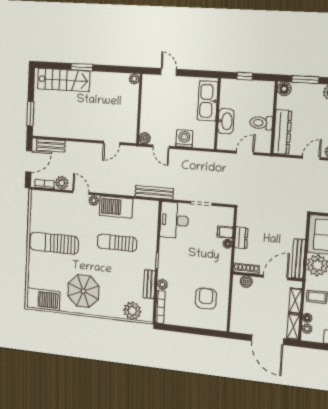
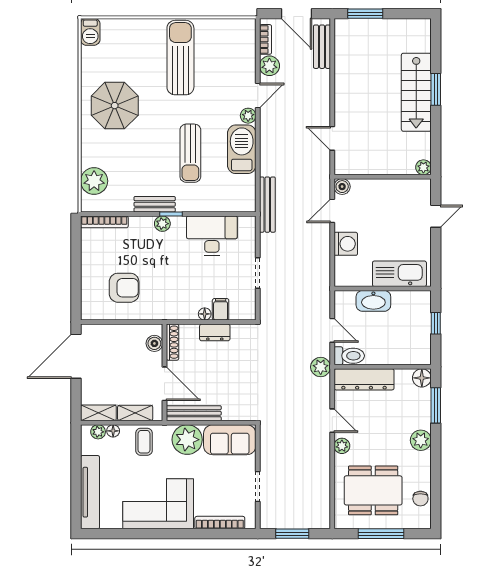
stairs: (64, 80) -> (416, 92), moved
toilet: (261, 123) -> (349, 356), moved, turned 90
plant: (271, 163) -> (321, 367), added
desk: (174, 220) -> (212, 236), moved
sun lounger: (117, 243) -> (190, 153), turned 180
bench: (149, 284) -> (155, 204), moved
plant: (162, 284) -> (162, 224), moved
barbecue: (43, 299) -> (90, 32), width x0.53, depth x0.65
door: (267, 340) -> (76, 356), moved

